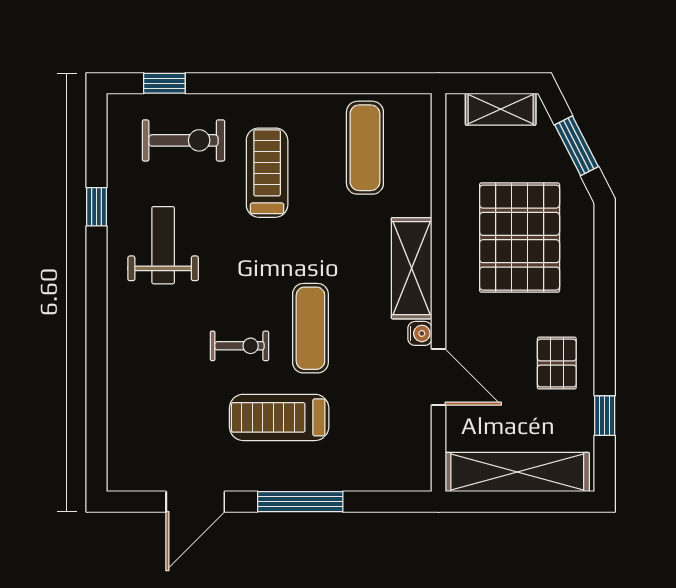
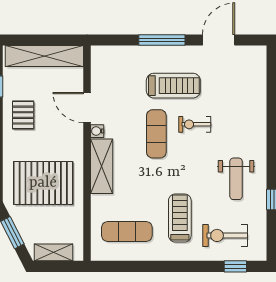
exercise mat: (365, 148) -> (127, 231), turned 90
treadmill: (267, 173) -> (180, 218), turned 180
pallet: (520, 238) -> (43, 183), turned 90

